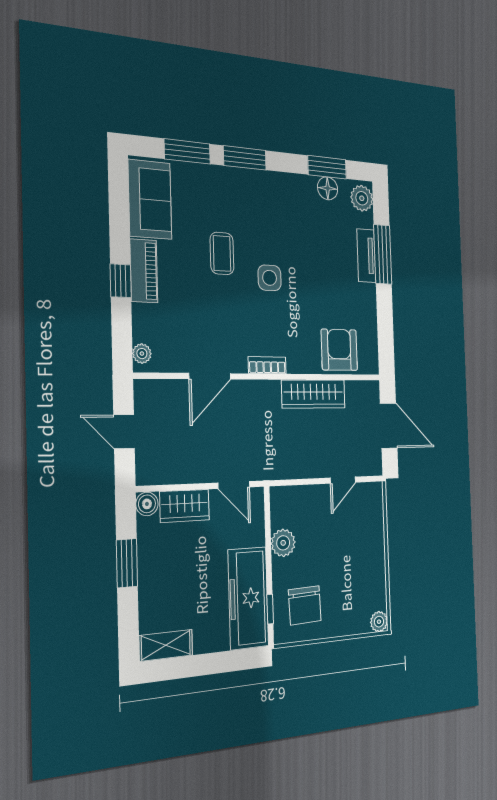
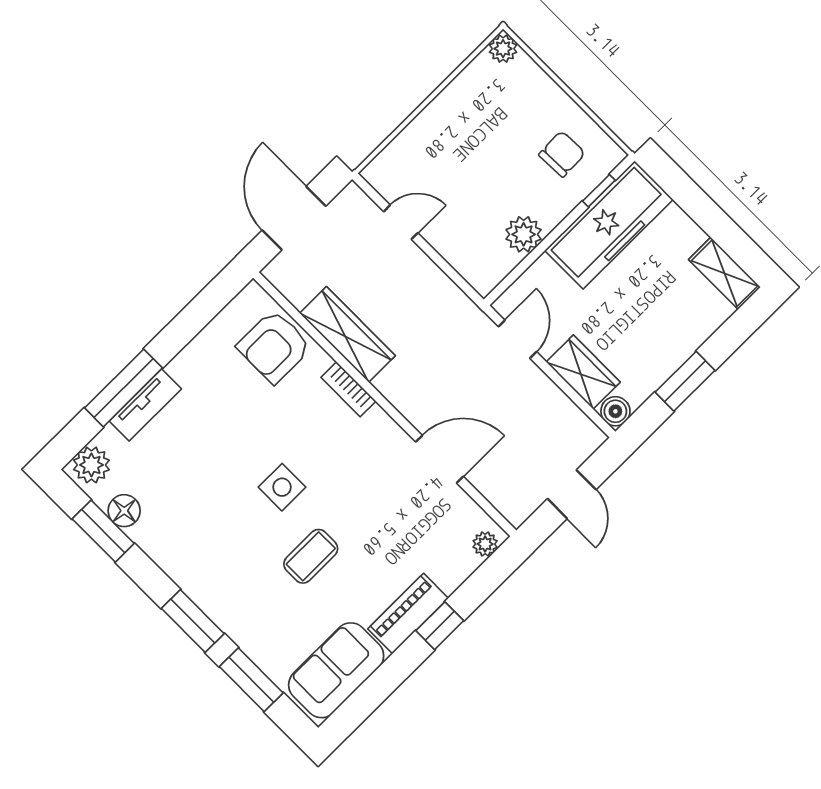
bookcase: (267, 365) -> (348, 389), moved
chair: (305, 605) -> (562, 154), width x0.73, depth x0.73

